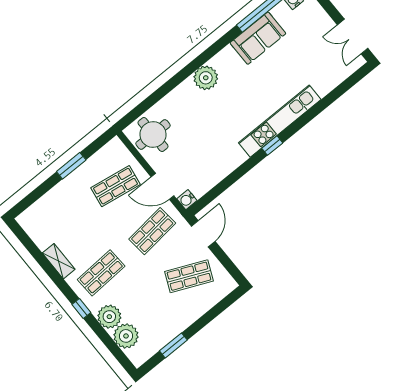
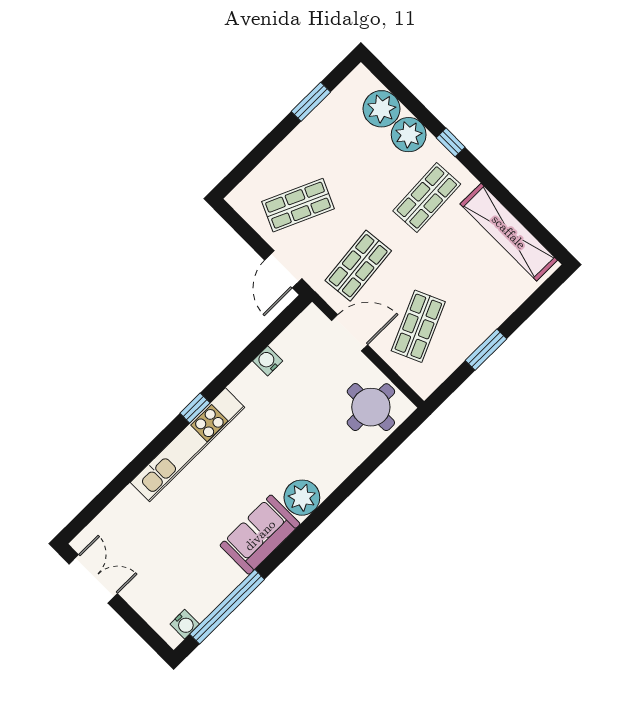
sofa: (258, 38) -> (260, 535), moved
shop shelf: (116, 186) -> (418, 326), turned -33
water cooler: (187, 200) -> (268, 361), moved, turned -90
shelving: (59, 261) -> (509, 232), width x2.20, depth x1.33

